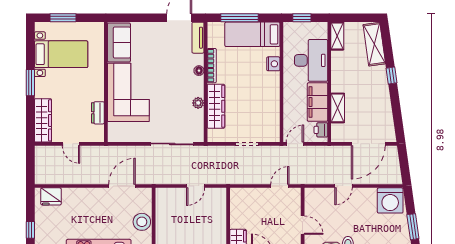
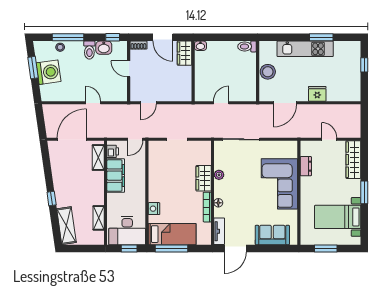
window: (63, 18) -> (326, 248), moved
window: (240, 18) -> (171, 248), moved
shelving: (337, 36) -> (99, 218), moved
sofa: (119, 42) -> (272, 235), moved, turned 90
desk: (311, 60) -> (127, 231), moved, turned -90
wardrobe: (216, 106) -> (204, 178), width x0.67
shelving: (338, 108) -> (98, 158), moved
door: (343, 186) -> (93, 103), hinge flipped
fridge: (51, 196) -> (317, 94), moved
washing machine: (390, 200) -> (49, 72), moved, turned 82

